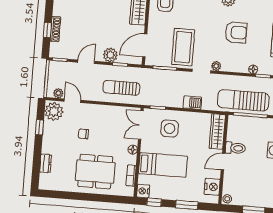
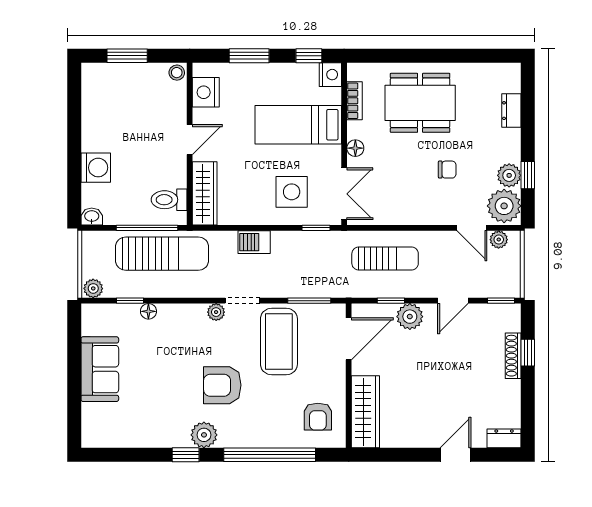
armchair: (236, 32) -> (222, 385), moved
plant: (50, 128) -> (509, 175), added
toilet: (235, 148) -> (169, 200), moved

